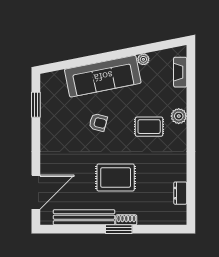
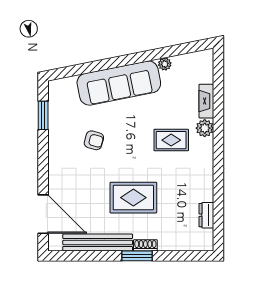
fireplace: (180, 72) -> (206, 101), moved
armchair: (98, 122) -> (94, 140), moved
door: (36, 192) -> (43, 214), hinge flipped

